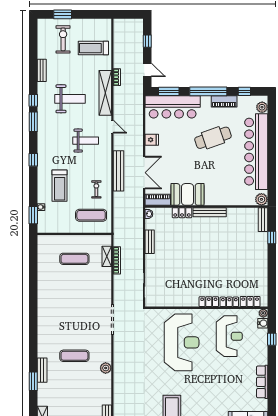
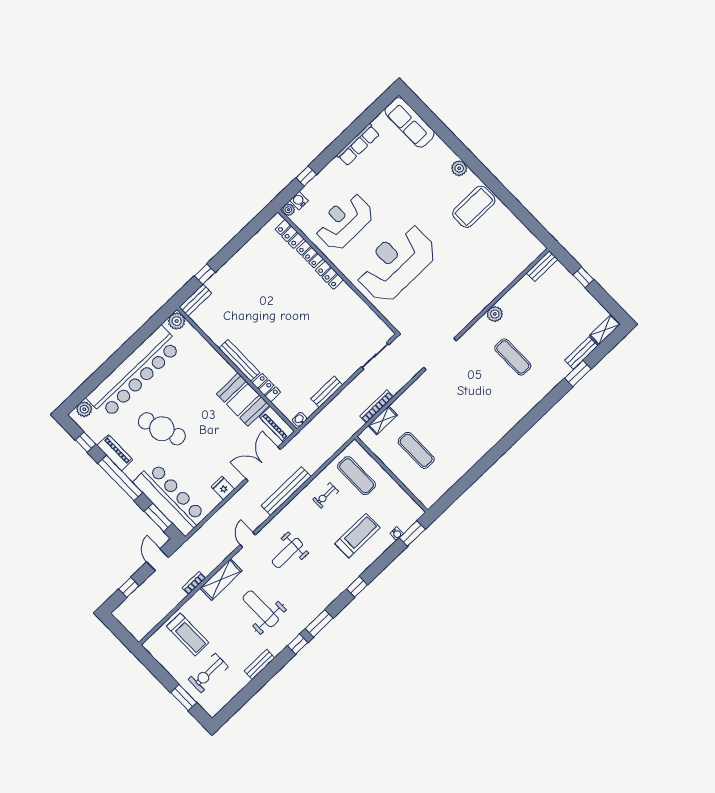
shelving: (105, 93) -> (221, 579), width x0.68
weight bench: (86, 141) -> (287, 553), turned -90
bench: (42, 370) -> (581, 353), moved

